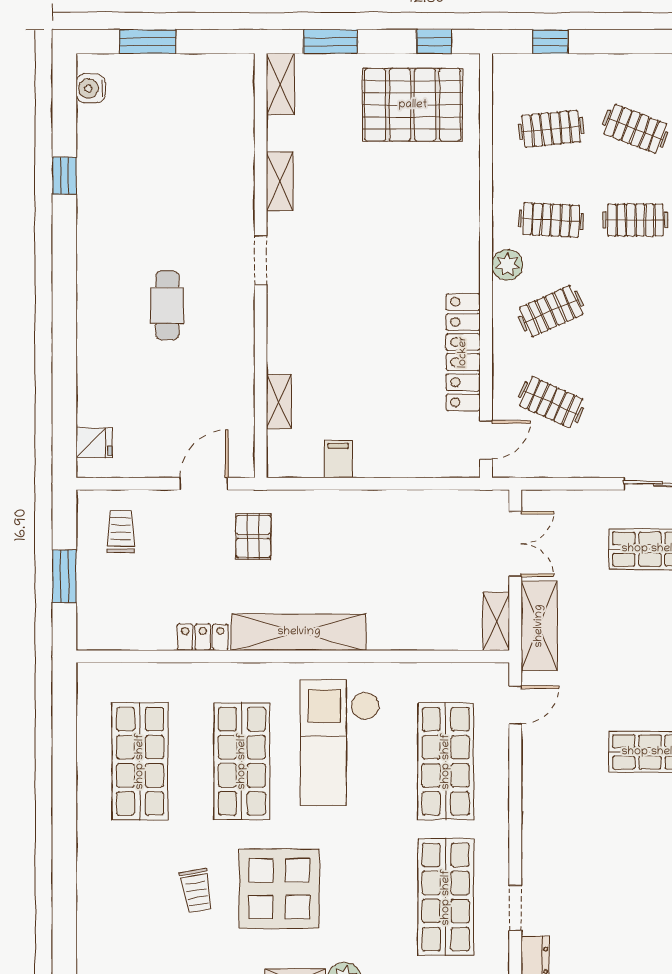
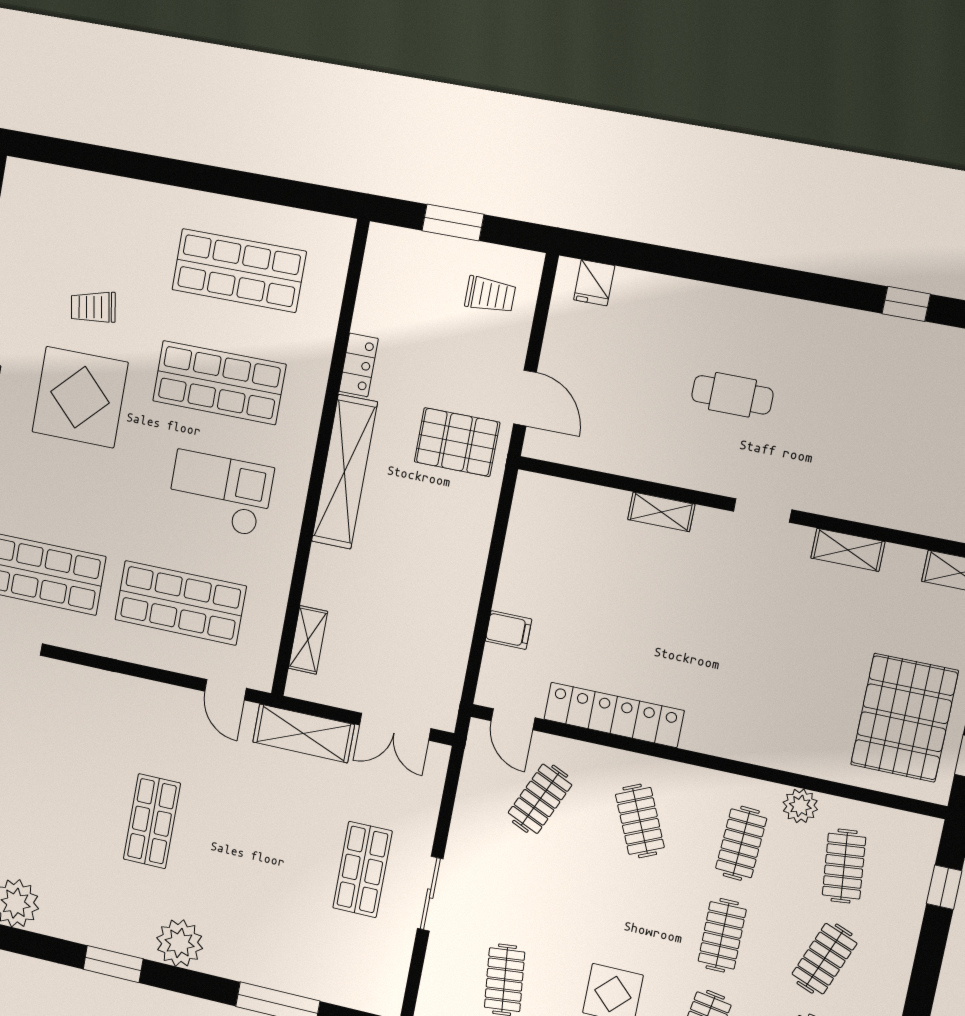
plant: (507, 265) -> (800, 806), moved
shelving: (279, 402) -> (661, 512), moved
filing cabinet: (338, 459) -> (508, 630), moved
pallet: (253, 536) -> (457, 442), width x1.50, depth x1.42
shelving: (496, 621) -> (308, 640), moved, turned 90
checkout: (340, 742) -> (220, 493), width x0.73, depth x0.83

